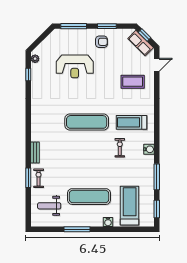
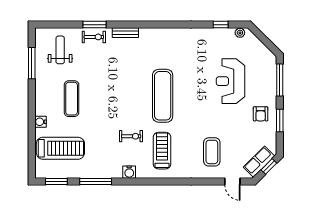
exercise mat: (89, 197) -> (72, 99), width x0.73, depth x0.69
window: (77, 229) -> (32, 63), moved

